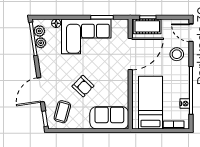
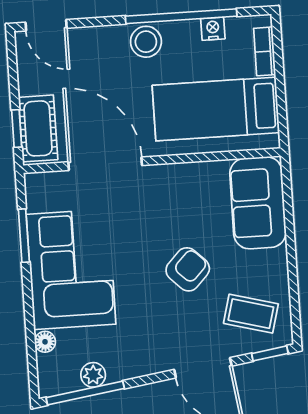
plant: (39, 31) -> (66, 380), removed
door: (191, 33) -> (46, 25), hinge flipped
stool: (177, 54) -> (146, 42), moved

